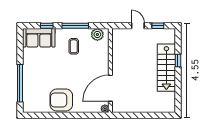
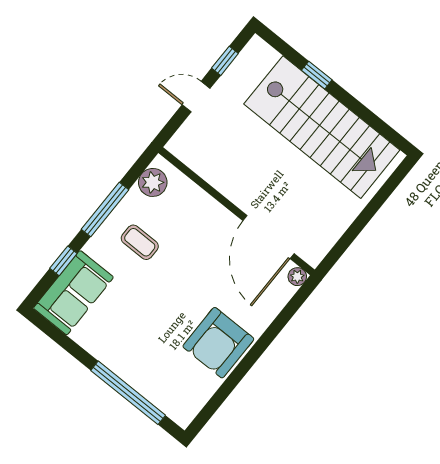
stairs: (166, 68) -> (322, 127), width x1.36, depth x1.51

